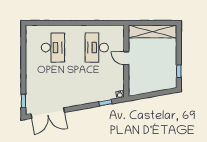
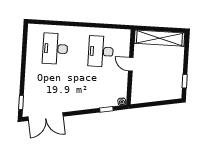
desk: (53, 48) -> (55, 49), turned 180

